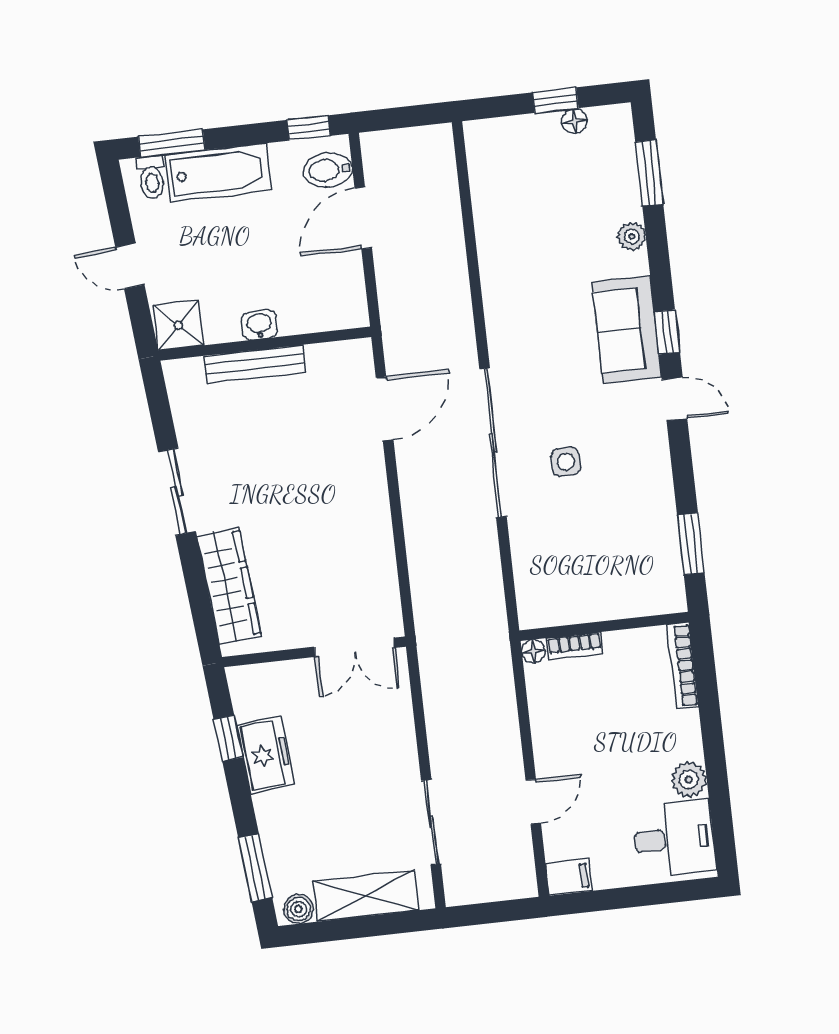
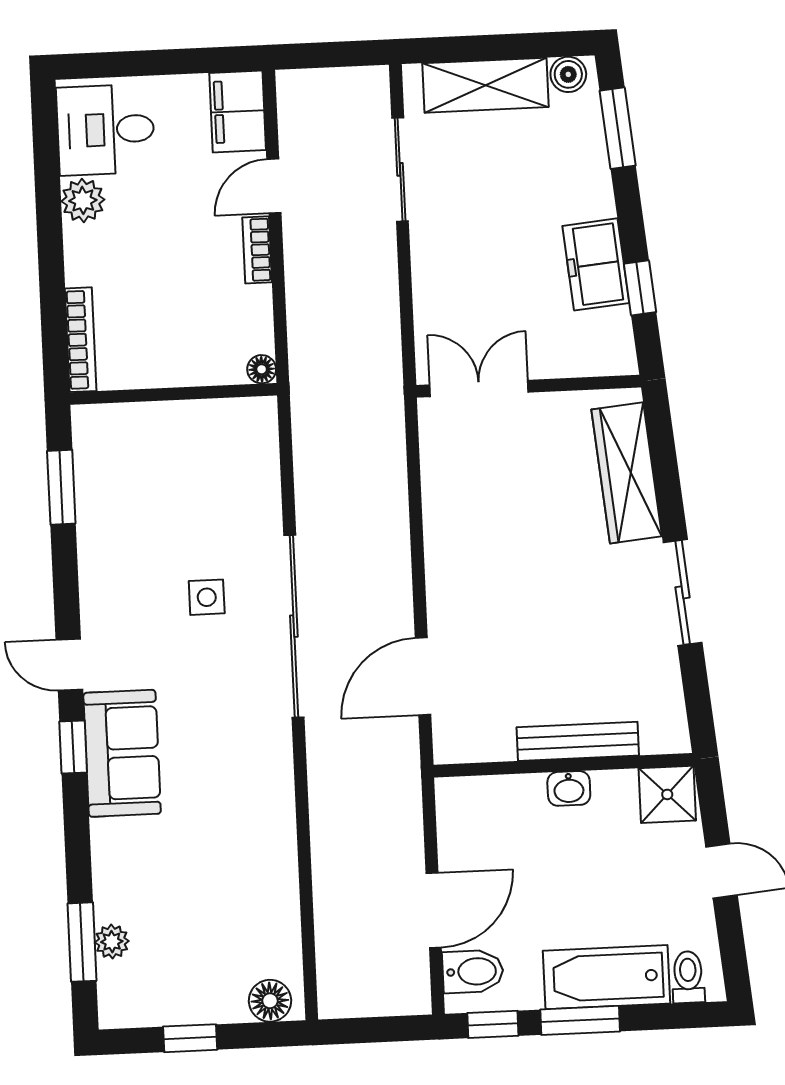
floor lamp: (574, 121) -> (270, 1001), moved, width x1.37, depth x1.37
window: (172, 143) -> (580, 1020), moved
plant: (632, 236) -> (112, 942), moved
bookcase: (575, 646) -> (257, 250), moved, turned -90
filing cabinet: (569, 877) -> (238, 111), width x2.00

